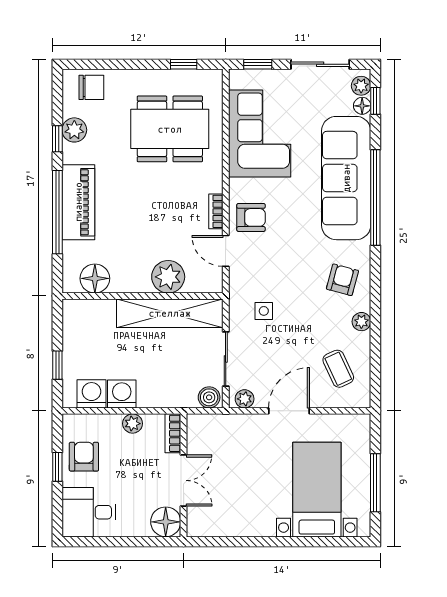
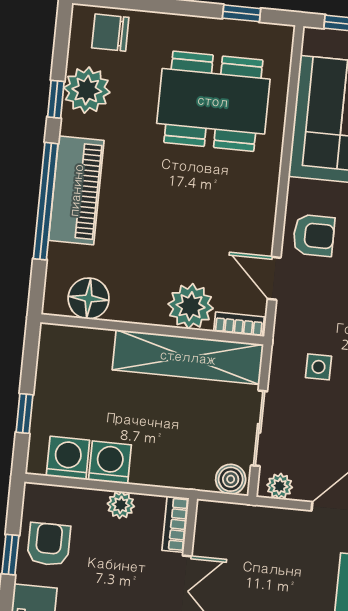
chair: (91, 87) -> (110, 33), turned 180
plant: (74, 130) -> (87, 90), width x1.36, depth x1.36
bookcase: (216, 211) -> (239, 324), moved, turned 90

